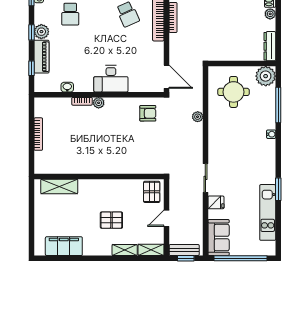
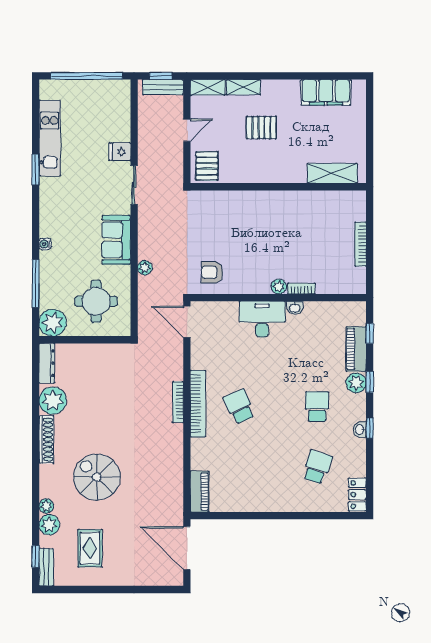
plant: (270, 14) -> (53, 401), width x1.87, depth x1.87
washbasin: (67, 87) -> (295, 308), moved
sofa: (219, 238) -> (116, 240), moved

